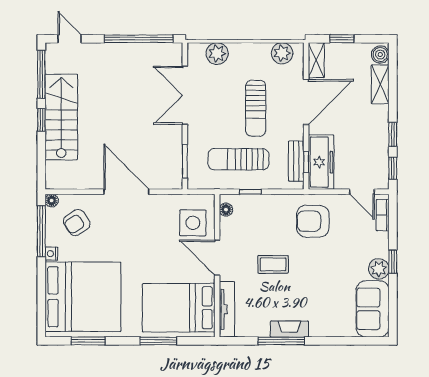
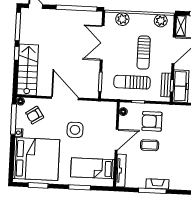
stairs: (61, 117) -> (28, 70), moved
armchair: (313, 221) -> (152, 121), moved
side table: (193, 223) -> (75, 130), moved
door: (217, 258) -> (117, 140), swing flipped
bed: (179, 308) -> (93, 168), width x0.67

